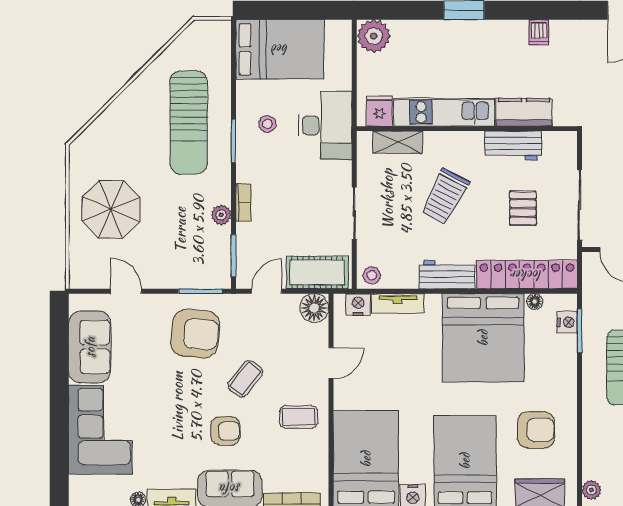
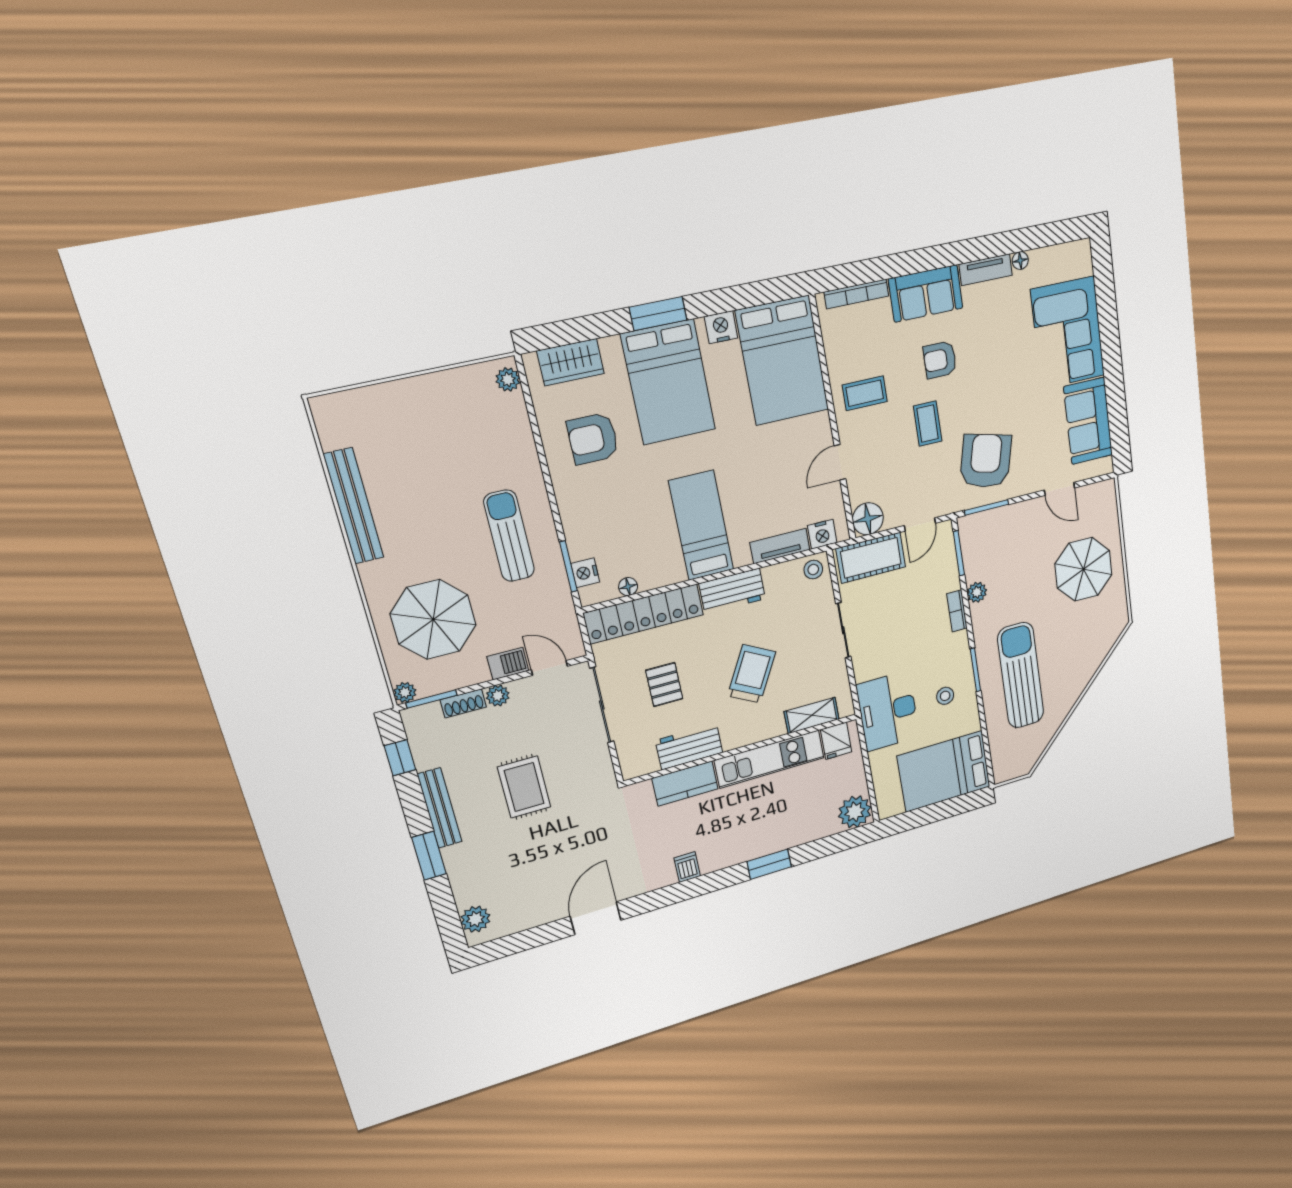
armchair: (195, 334) -> (986, 461), turned 98
bed: (483, 338) -> (701, 526), width x0.49
coffee table: (245, 379) -> (928, 424), turned -39

